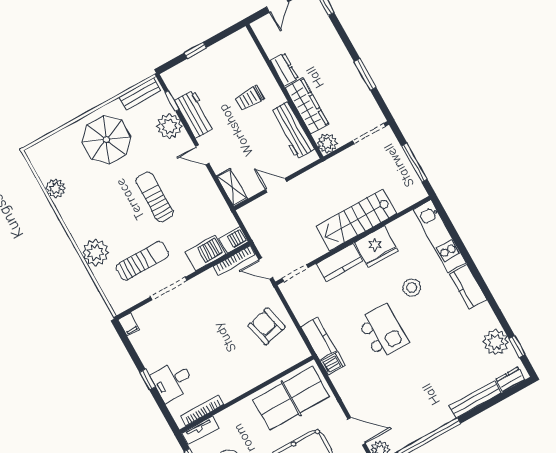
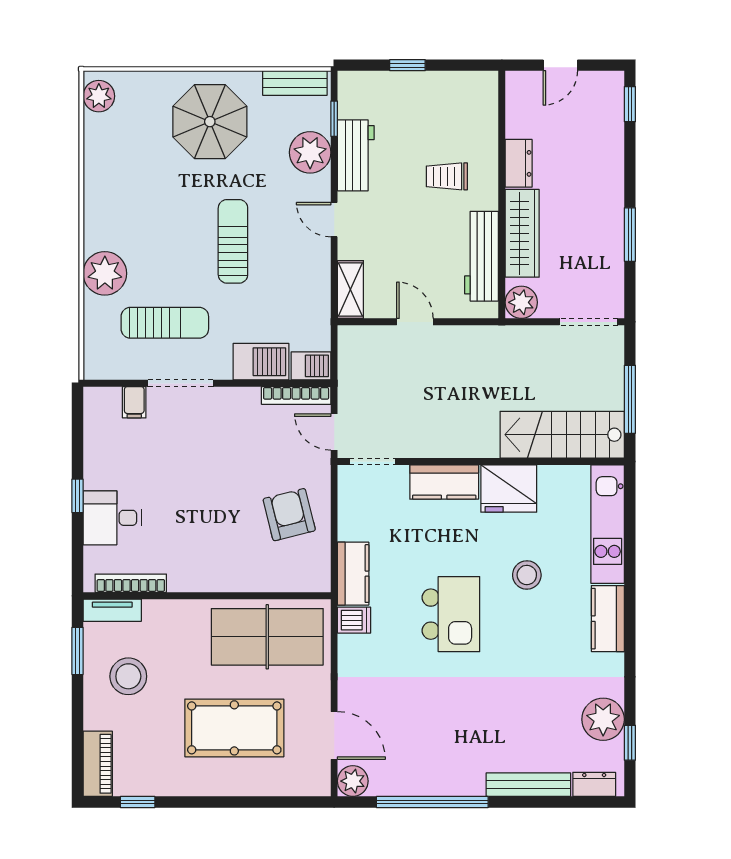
plant: (56, 188) -> (99, 96), moved
stairs: (356, 220) -> (562, 435), moved
filing cabinet: (129, 324) -> (134, 402), moved

